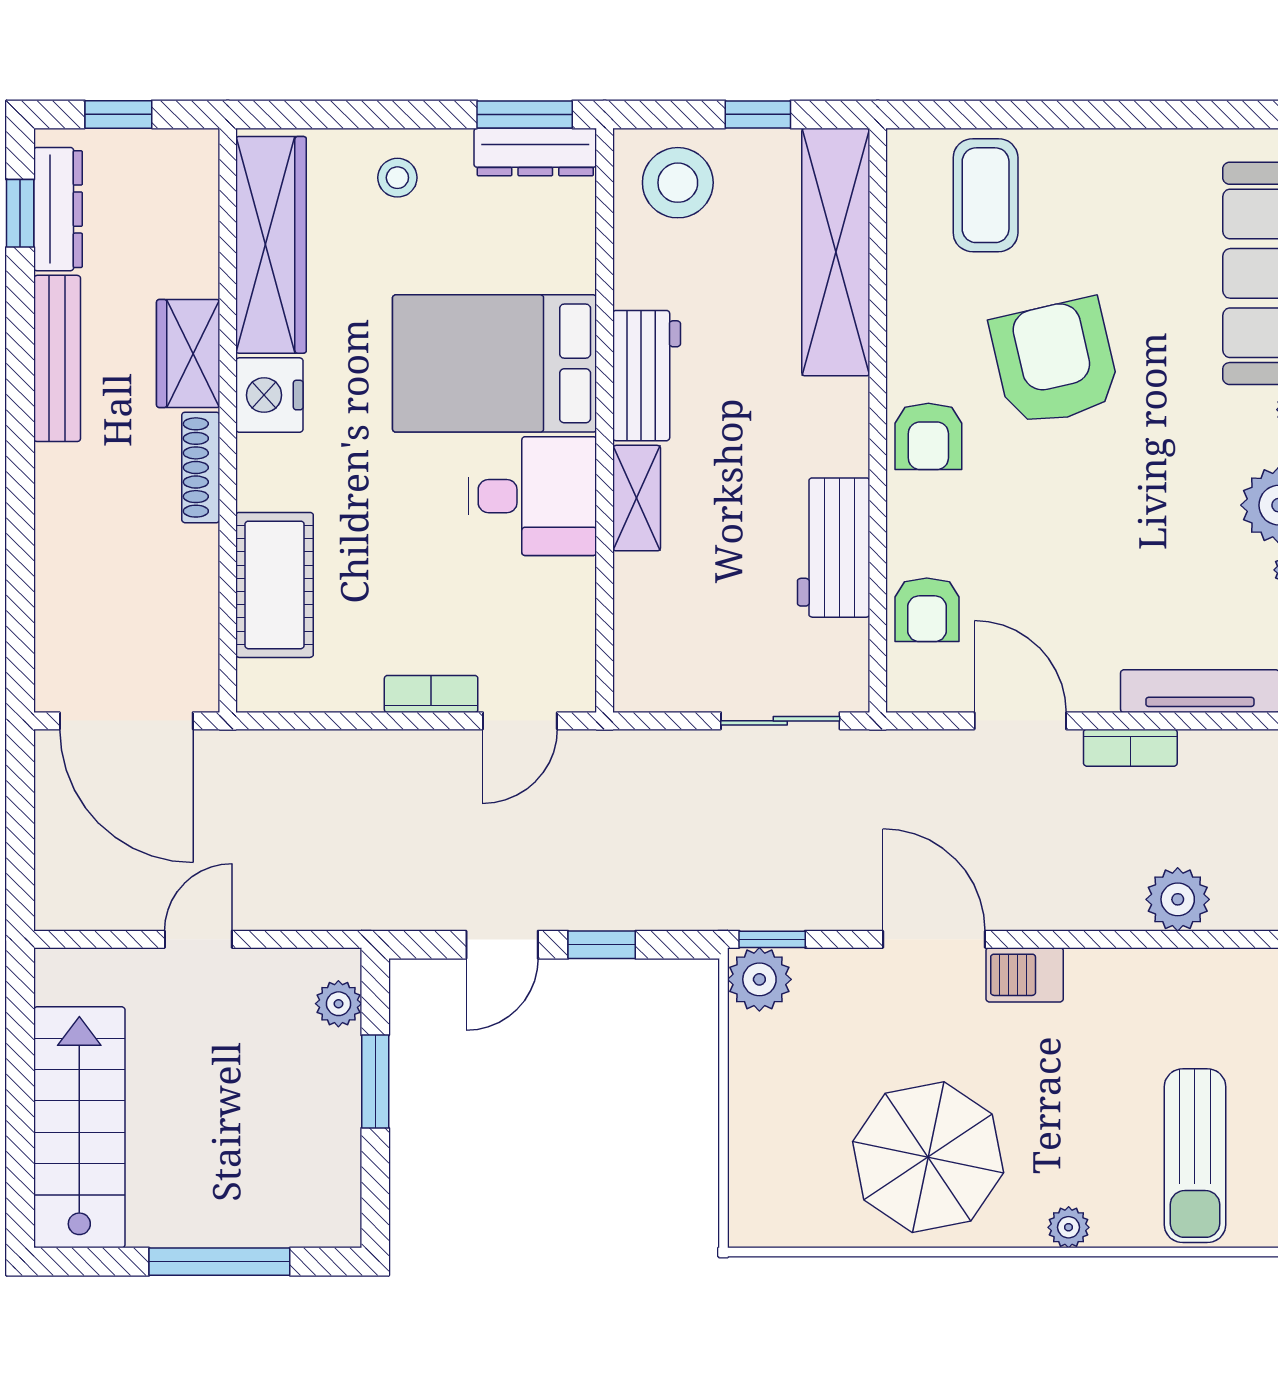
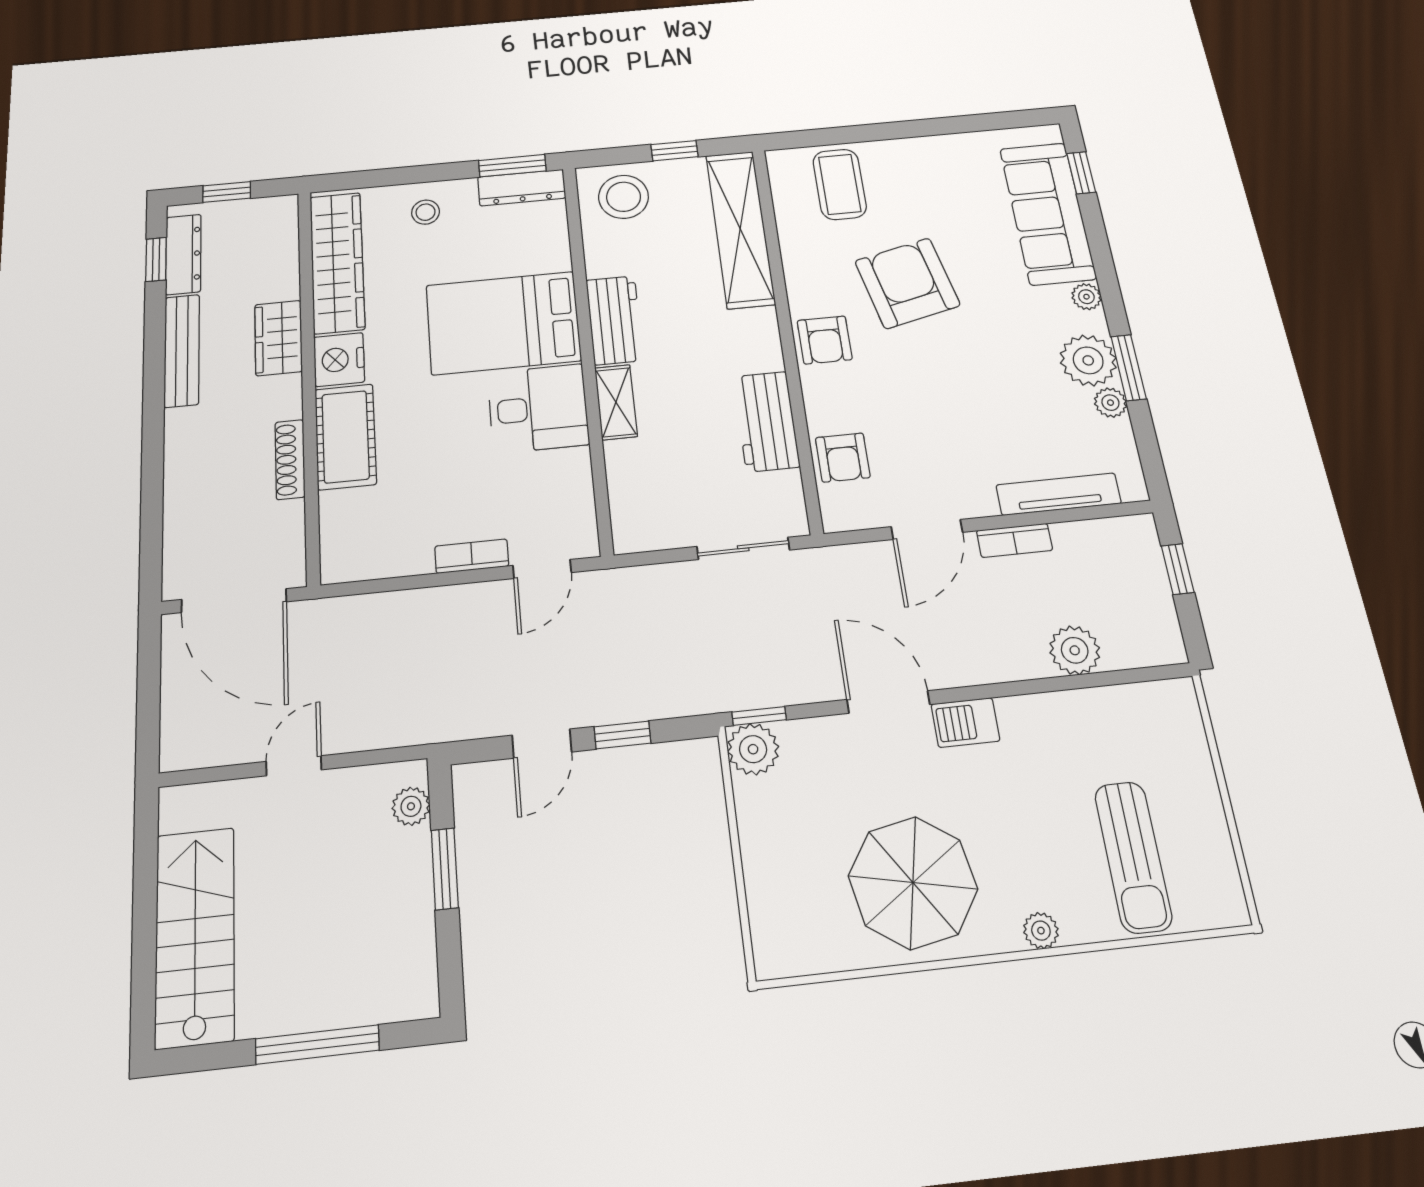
shoe rack: (201, 467) -> (290, 459), moved
cot: (275, 585) -> (346, 437), moved
door: (1020, 721) -> (927, 529), swing flipped

